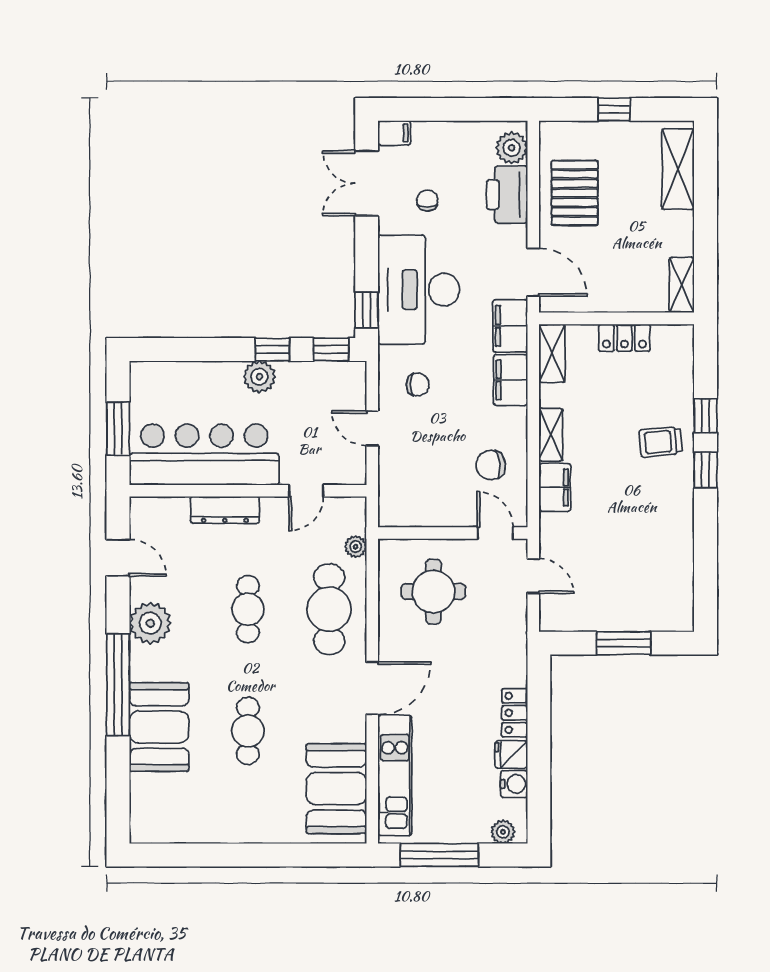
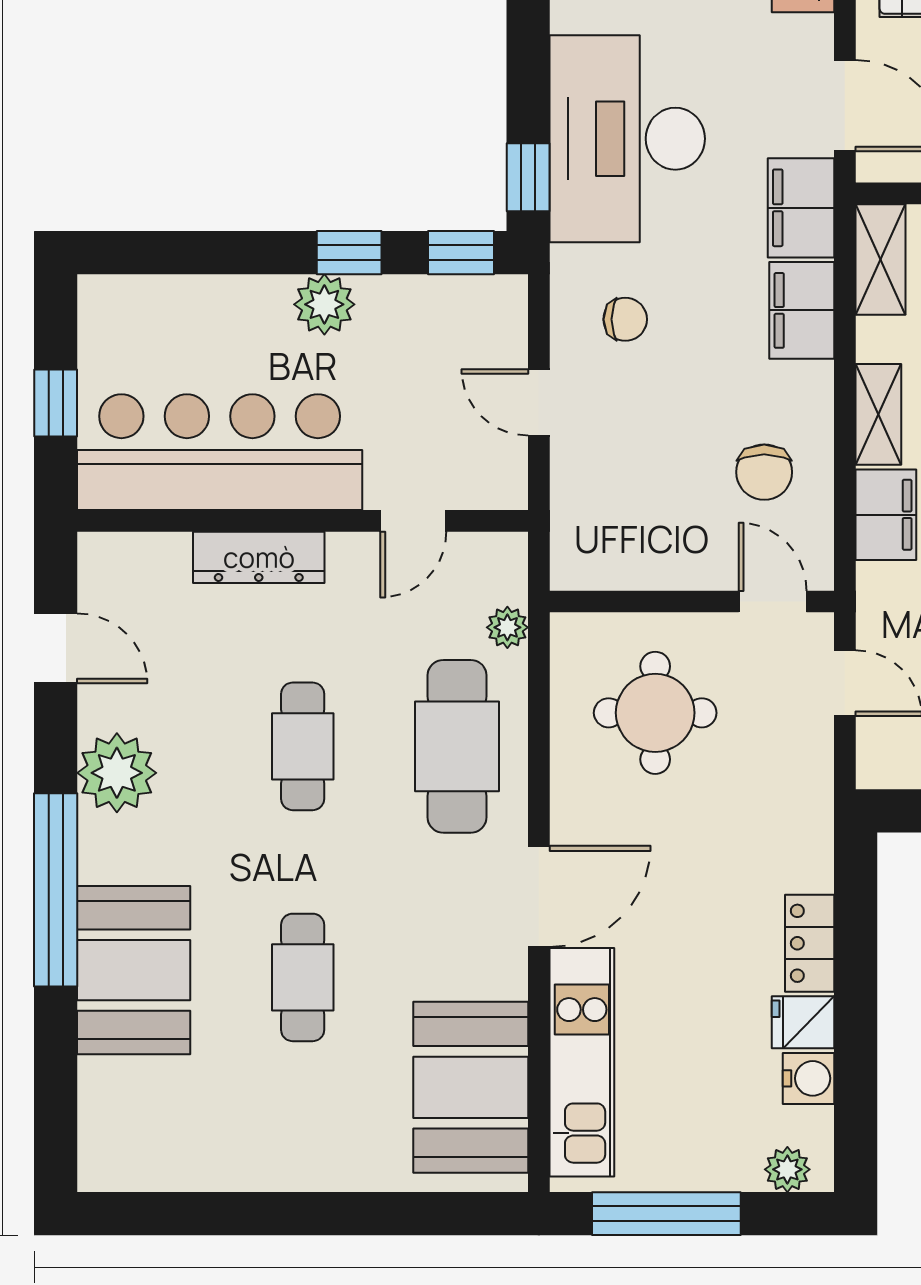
window: (118, 429) -> (56, 403), width x0.67
chair: (491, 465) -> (764, 472), turned -84

